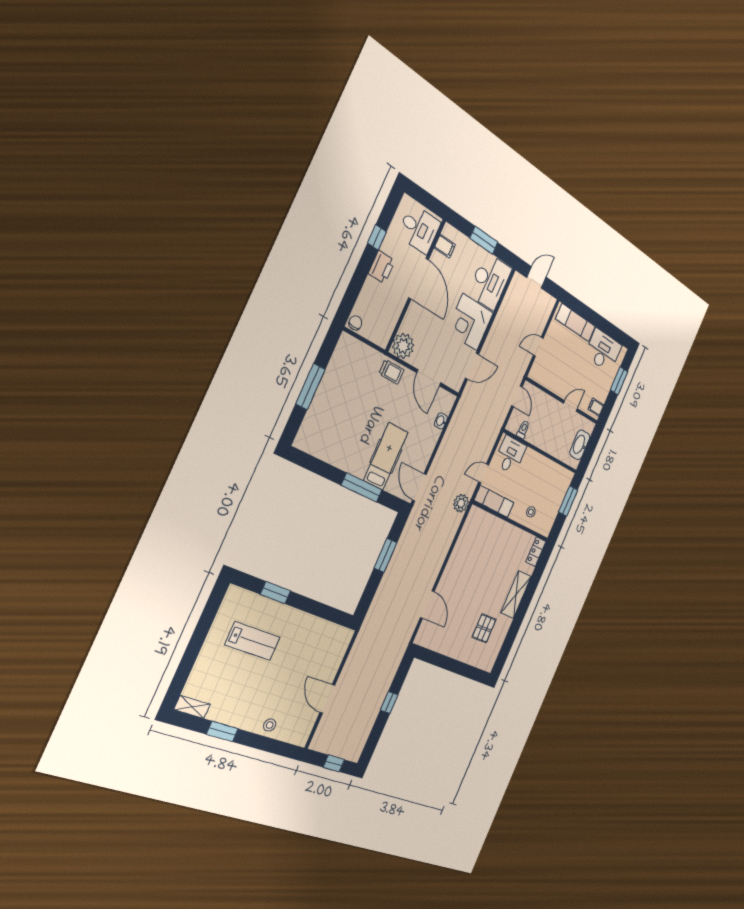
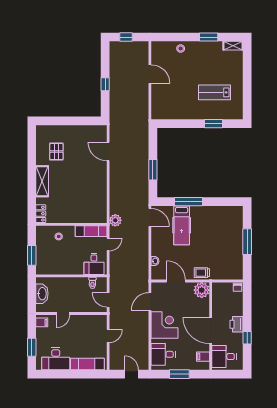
door: (536, 277) -> (131, 374), swing flipped
desk: (490, 281) -> (163, 354), width x0.73

